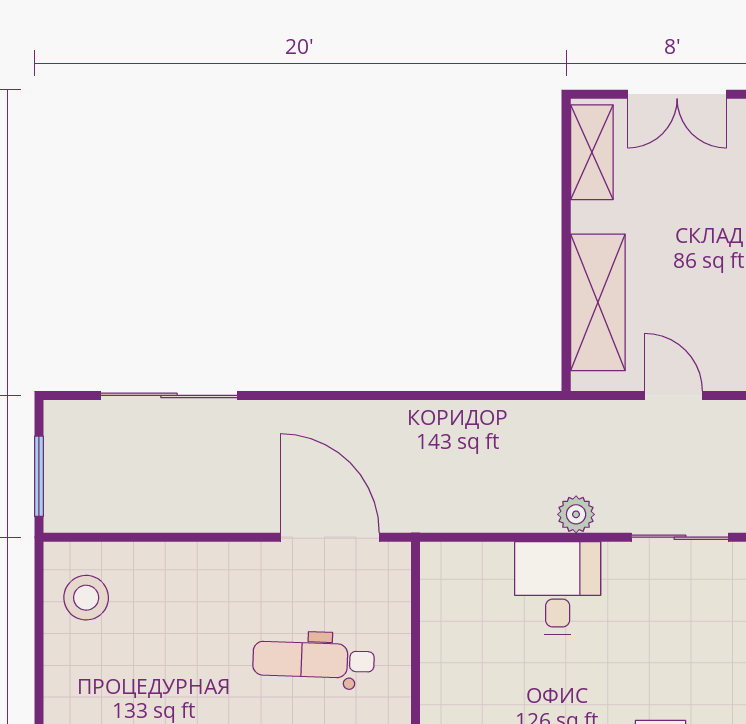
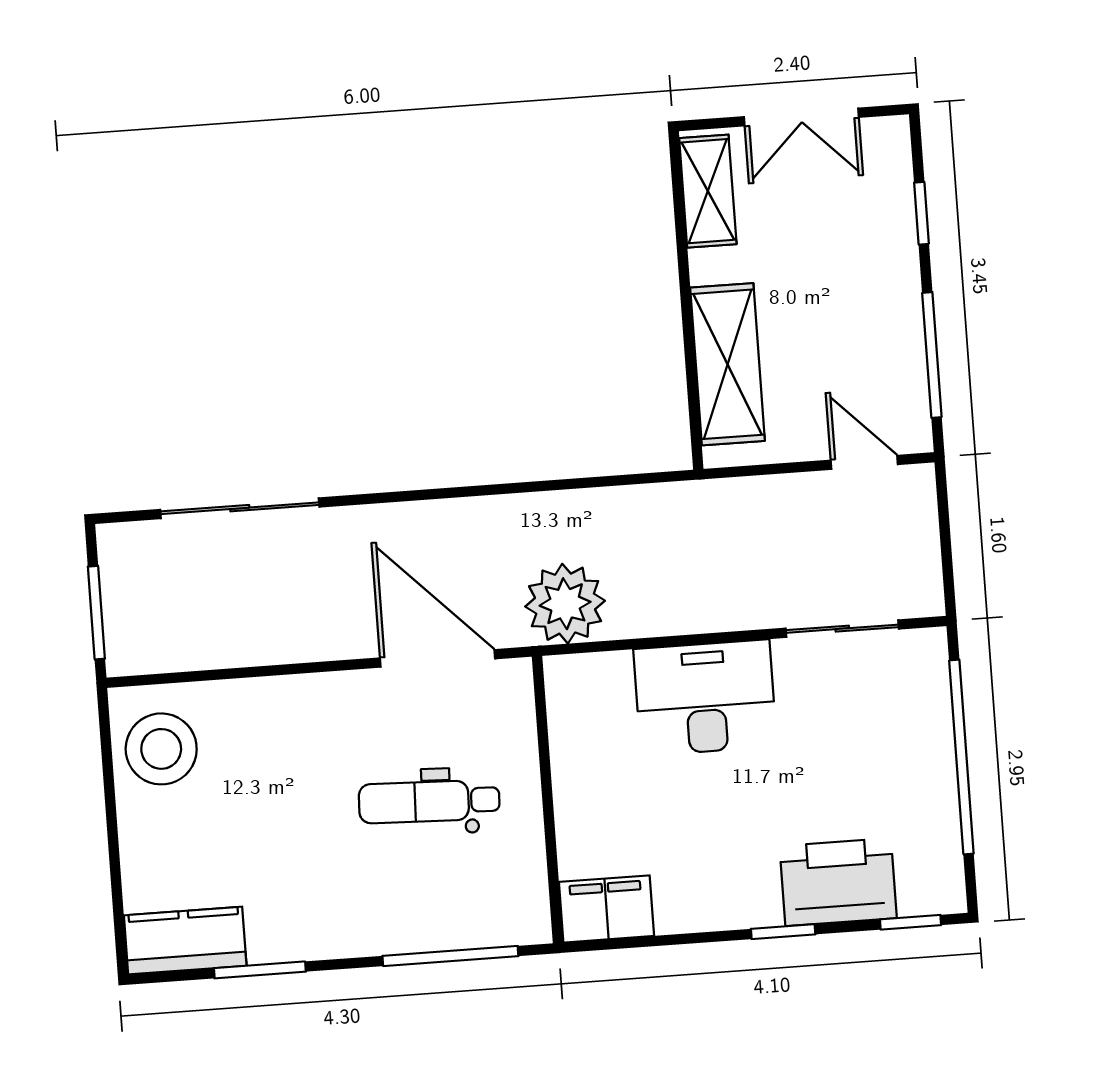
door: (673, 395) -> (864, 462), moved
plant: (576, 514) -> (565, 604), moved, width x1.87, depth x1.87
desk: (558, 588) -> (705, 698), width x1.37
stool: (86, 598) -> (161, 749), width x1.38, depth x1.38

